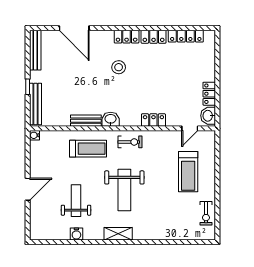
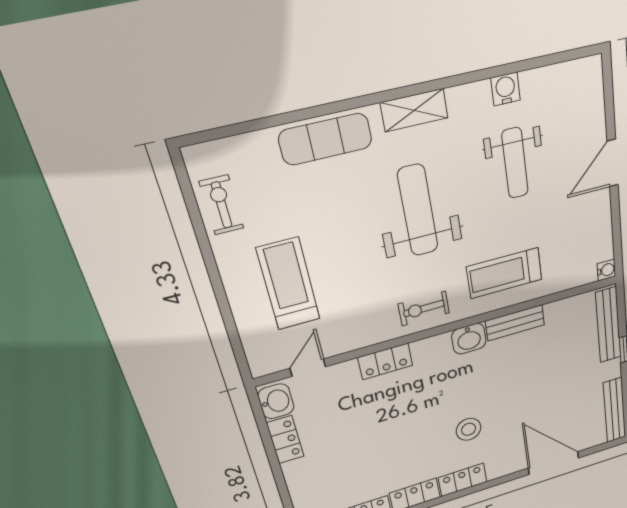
exercise mat: (158, 230) -> (326, 139), added

